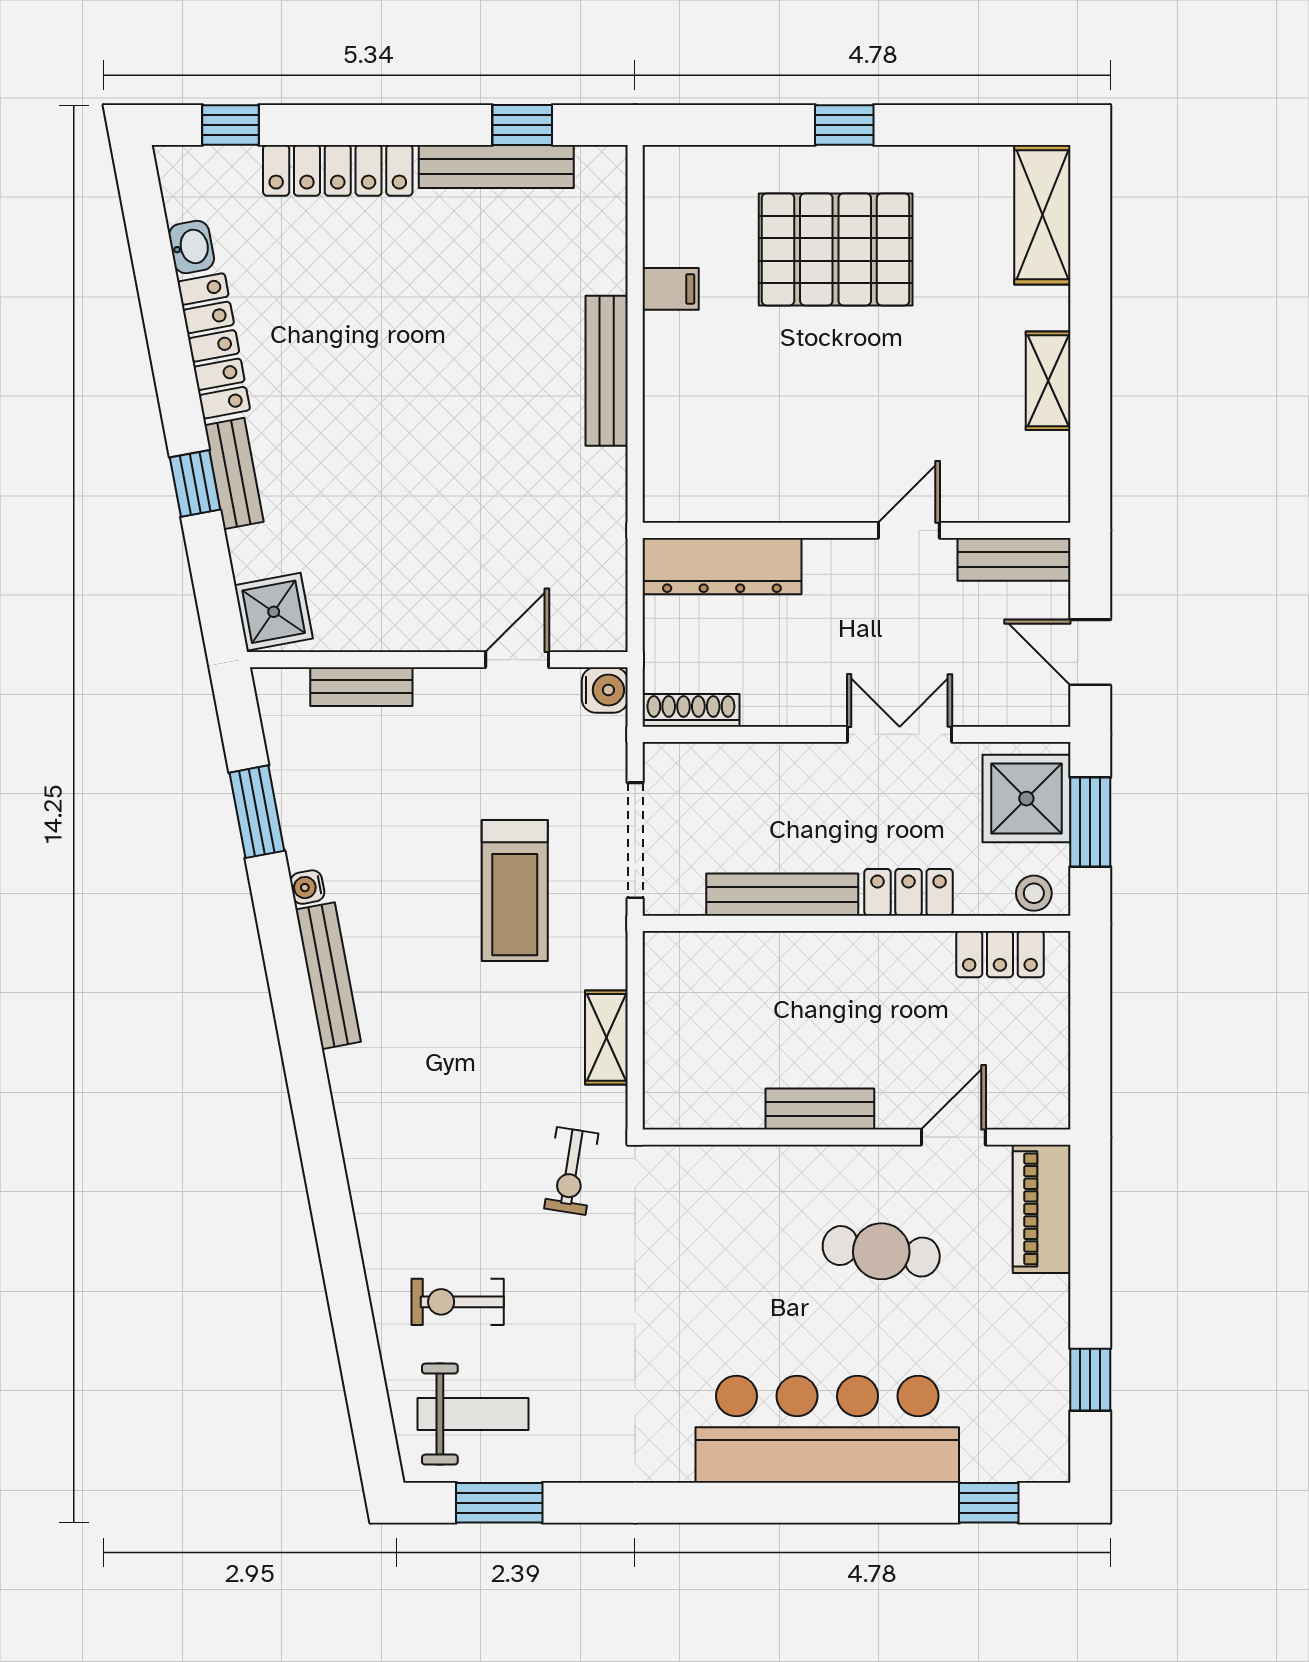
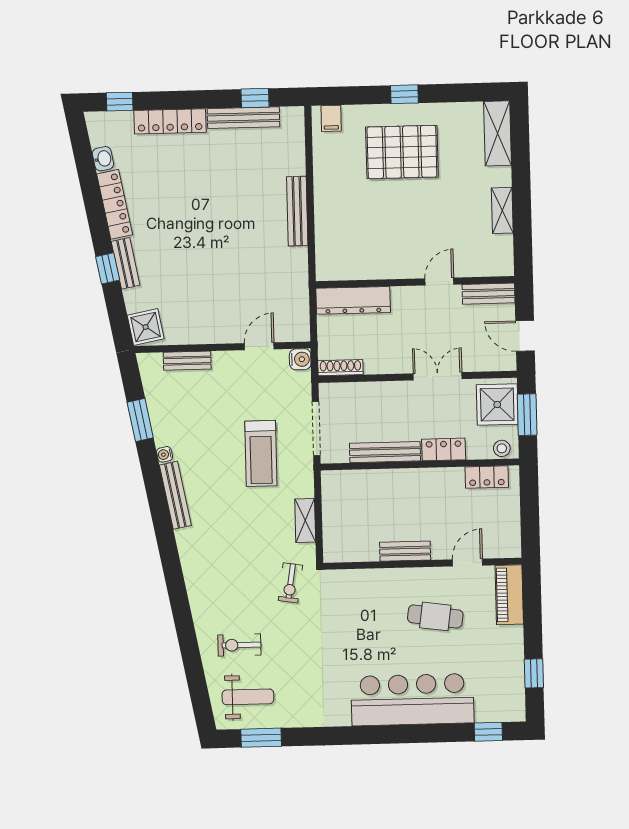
filing cabinet: (671, 289) -> (331, 118), moved, turned 90

